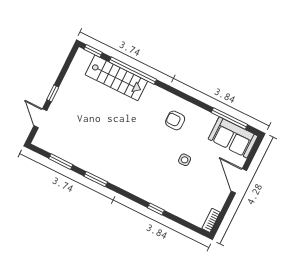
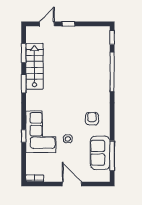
stairs: (116, 78) -> (34, 66), moved, turned 180
sofa: (233, 137) -> (100, 153), moved
door: (239, 181) -> (72, 184), hinge flipped
corner sofa: (161, 187) -> (41, 132), added

